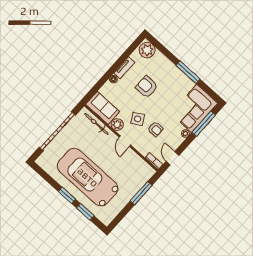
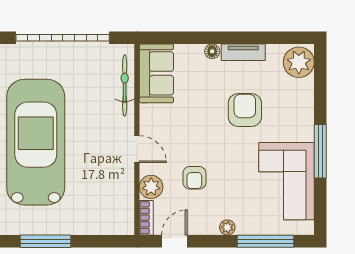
corner sofa: (194, 108) -> (286, 181), moved, turned -90
side table: (138, 119) -> (186, 139), removed
plant: (117, 125) -> (151, 187), moved
door: (125, 141) -> (137, 149), swing flipped
window: (141, 193) -> (46, 241), moved

